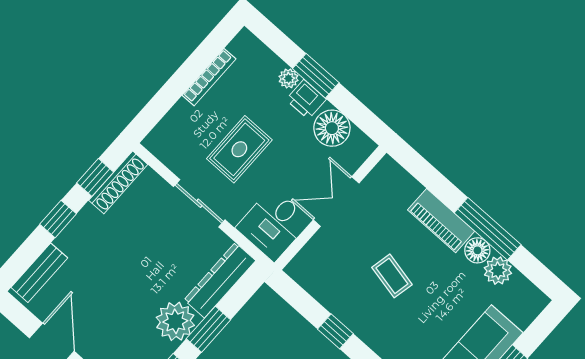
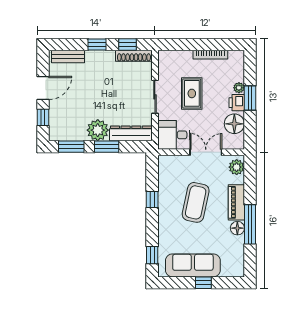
rug: (239, 149) -> (192, 93), turned 90
plant: (498, 271) -> (237, 167), moved
coffee table: (392, 276) -> (196, 202), width x1.86, depth x1.72

